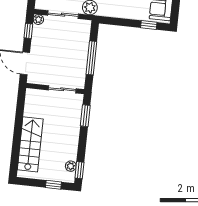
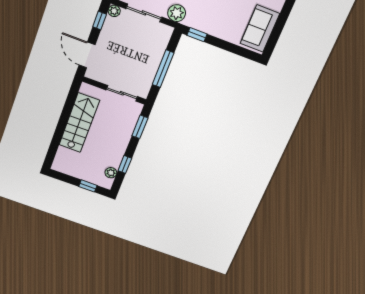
window: (149, 25) -> (197, 35), moved
stairs: (30, 144) -> (79, 123), moved
window: (79, 170) -> (125, 164), moved

